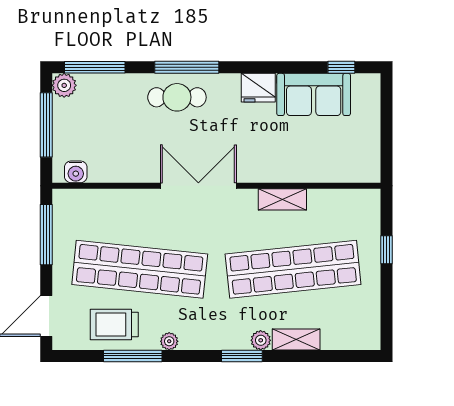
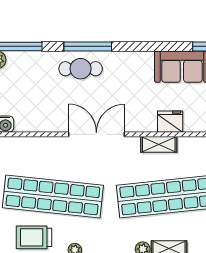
fridge: (258, 88) -> (170, 122), moved, turned 180

